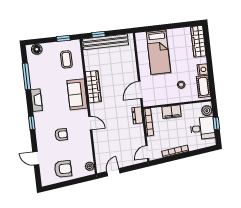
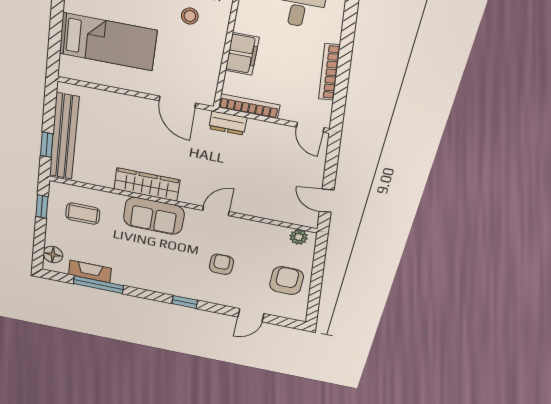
fireplace: (37, 100) -> (90, 271), moved

